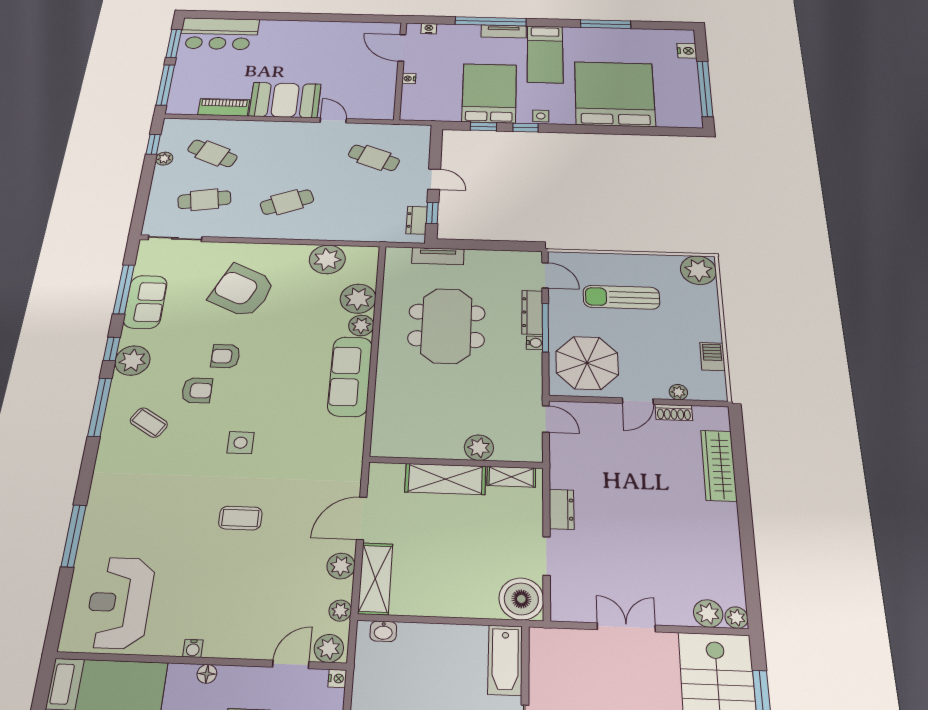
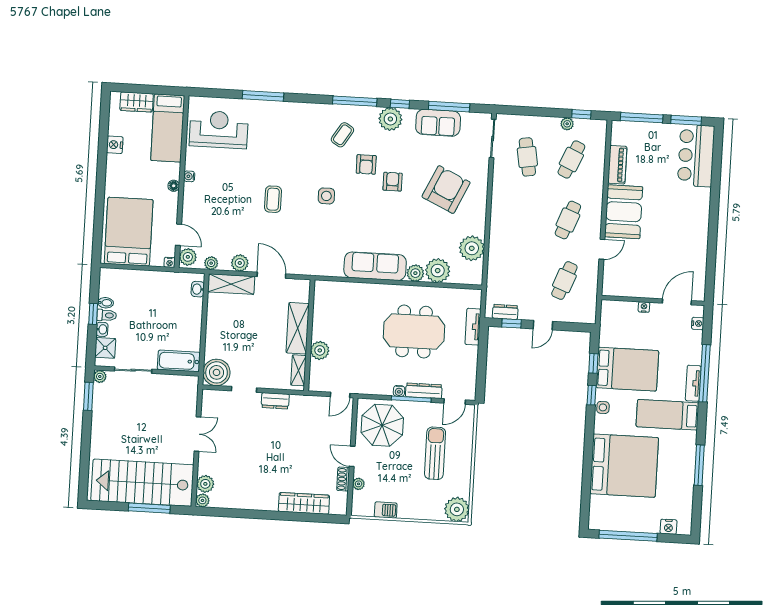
cafe table: (287, 202) -> (568, 220), moved, turned 42

